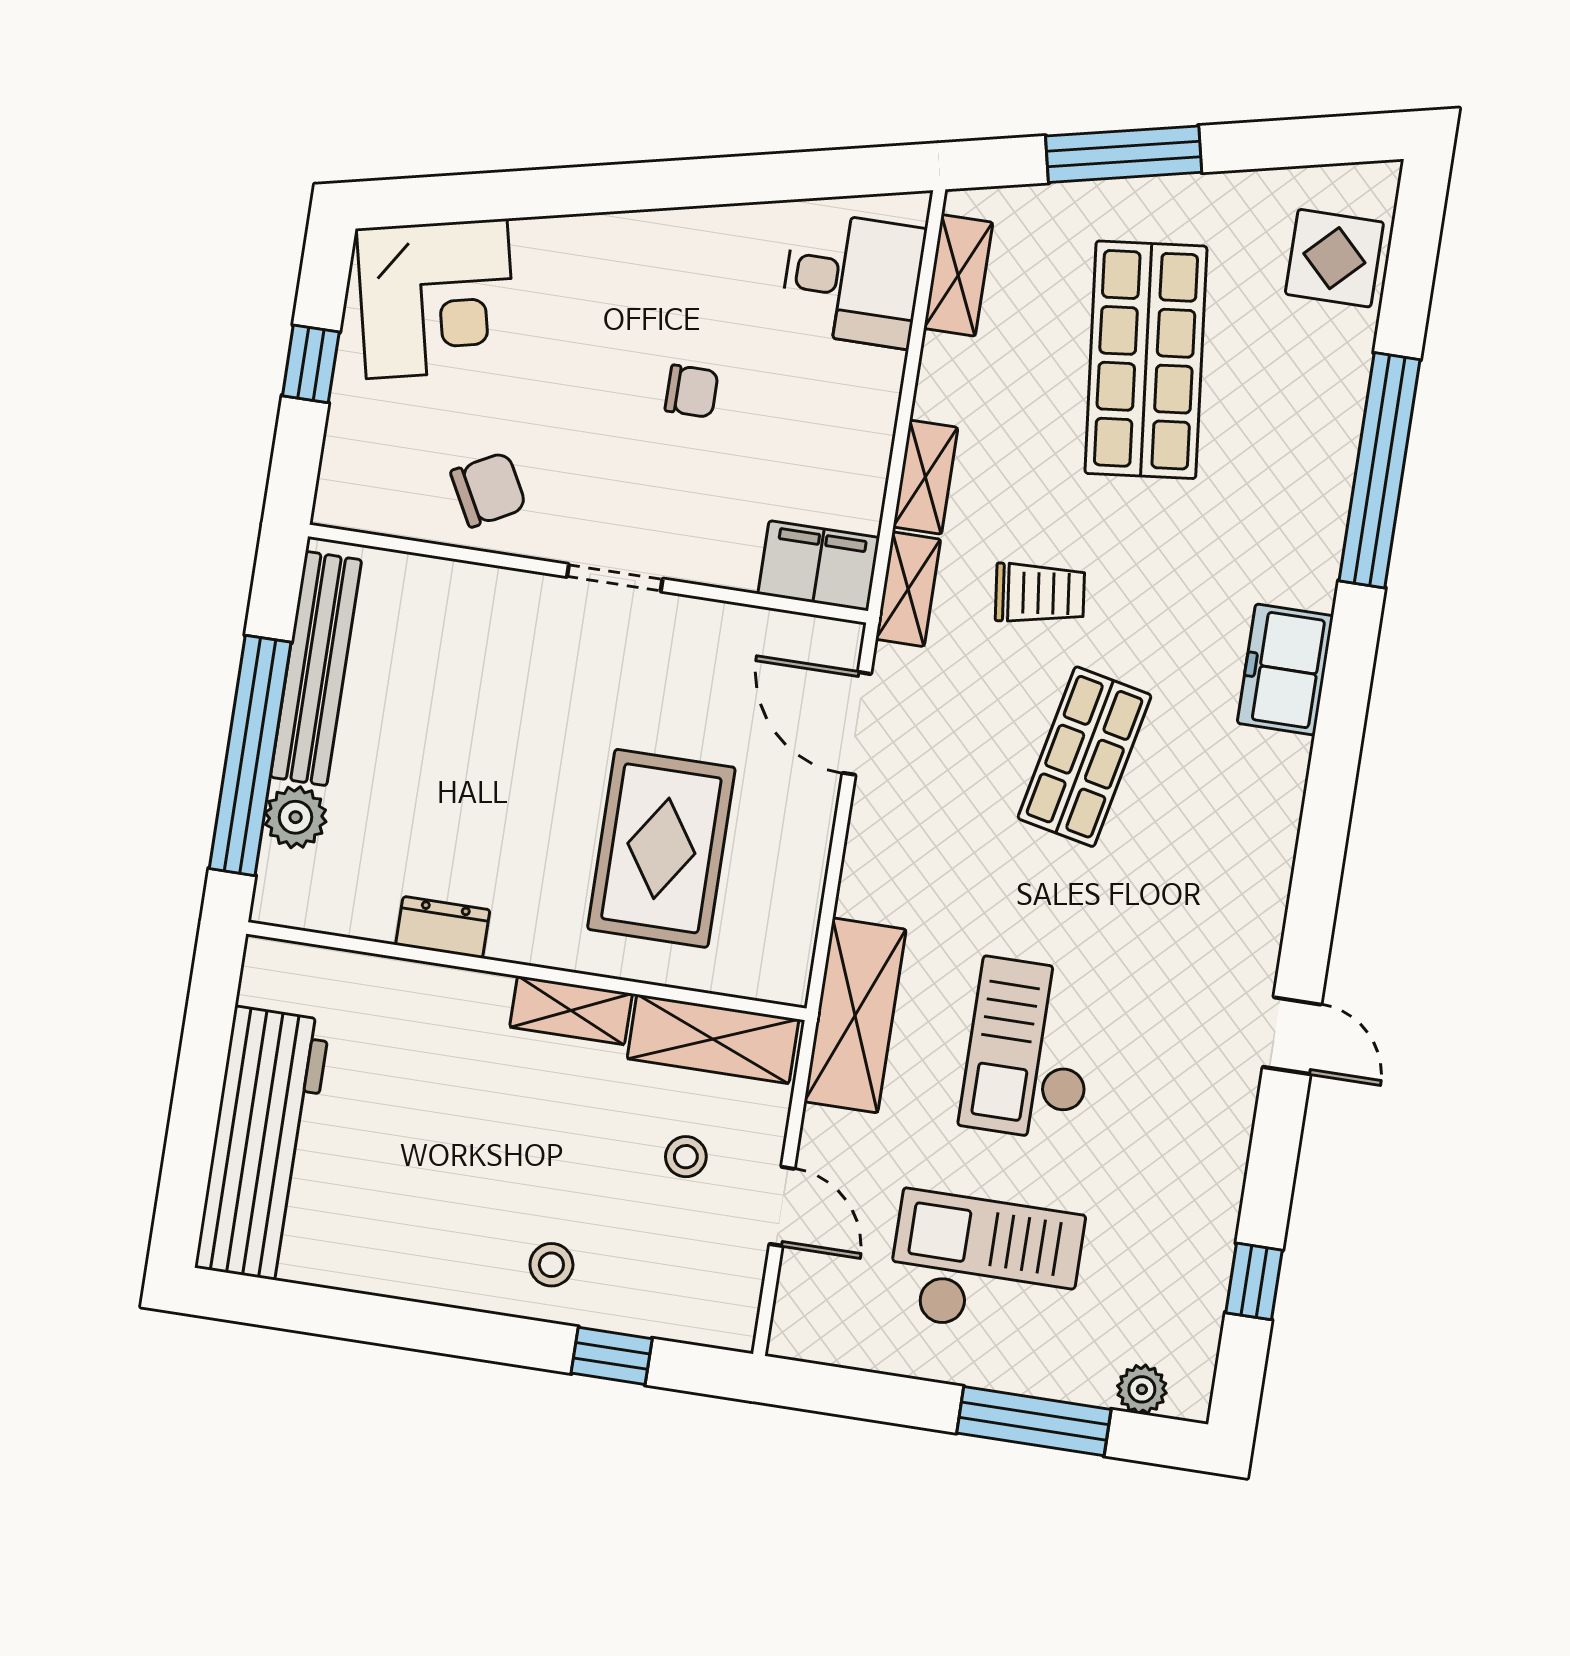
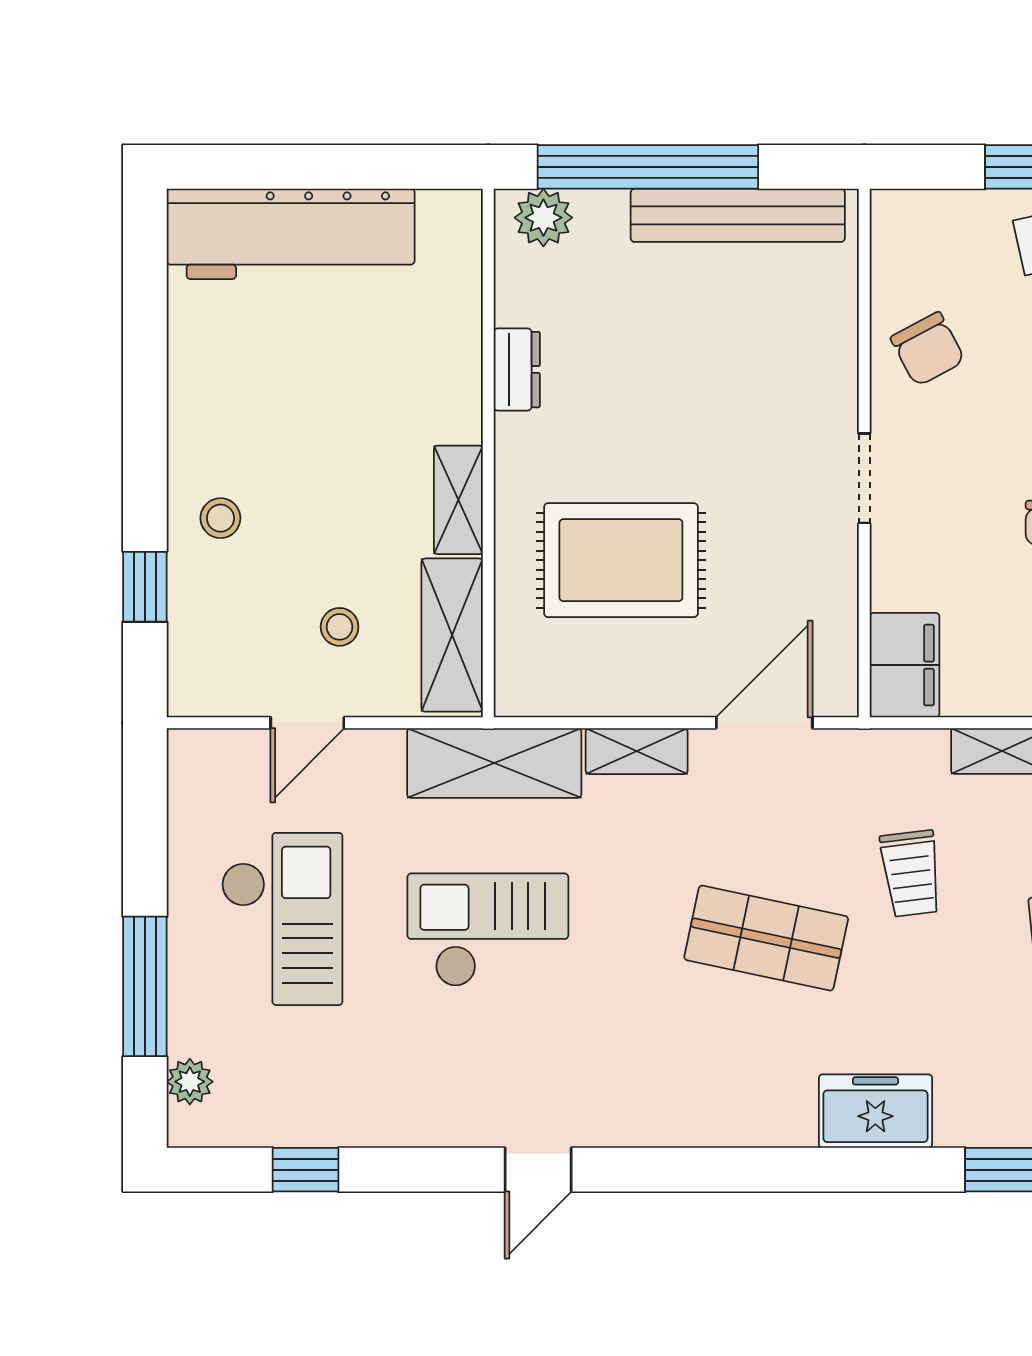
shelving: (908, 589) -> (637, 751), moved
plant: (296, 817) -> (543, 218), moved

